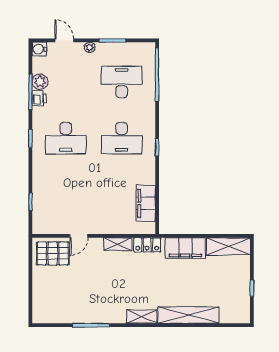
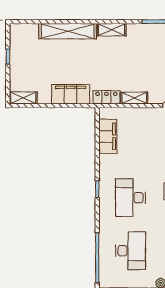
desk: (122, 82) -> (130, 251), turned -90
desk: (122, 138) -> (130, 198), turned -90
shelving: (228, 246) -> (23, 98), width x0.67, depth x0.75

